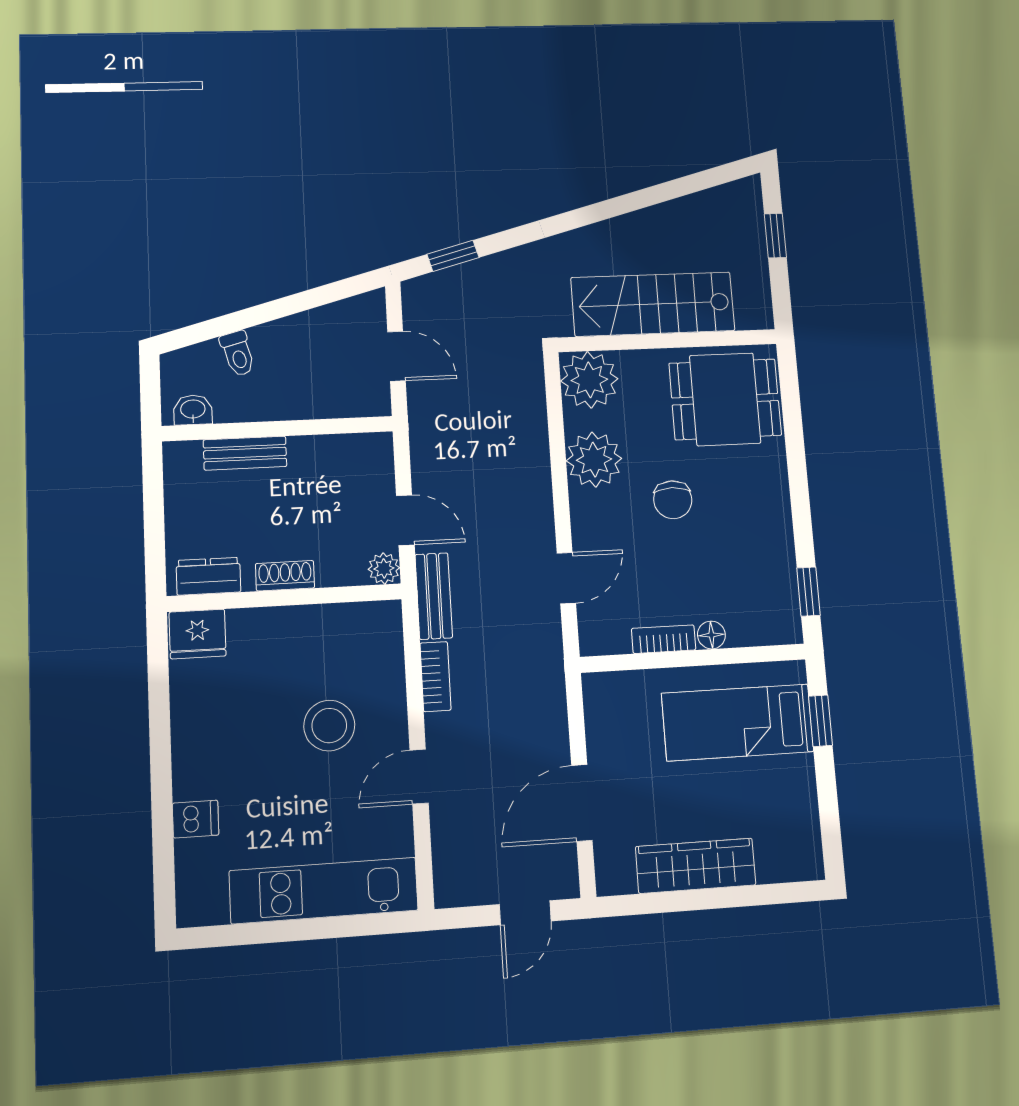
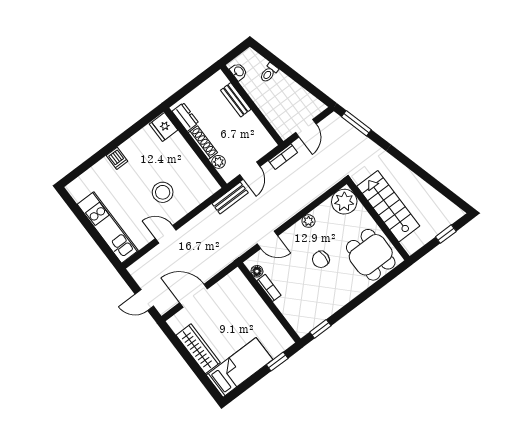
window: (453, 256) -> (356, 123), width x1.50
plant: (594, 460) -> (308, 221), width x0.53, depth x0.53
plant: (384, 568) -> (219, 162), moved
shoe rack: (285, 576) -> (203, 143), width x1.43
floor lamp: (711, 635) -> (257, 271), moved
bookcase: (435, 677) -> (283, 157), moved
bed: (738, 722) -> (239, 367), moved, turned 90
dishwasher: (196, 819) -> (117, 158), moved

